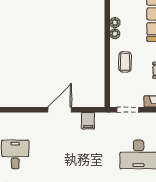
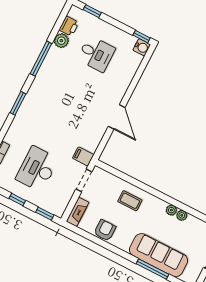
plant: (115, 34) -> (182, 215), moved
filing cabinet: (88, 121) -> (83, 156), moved

